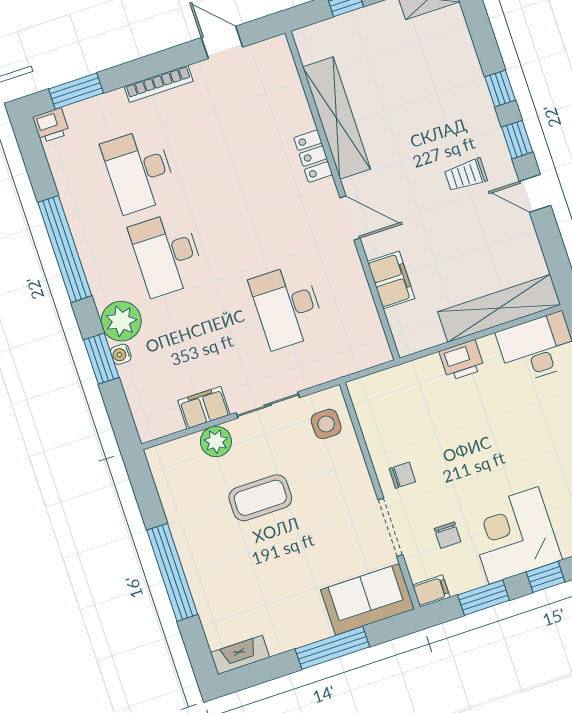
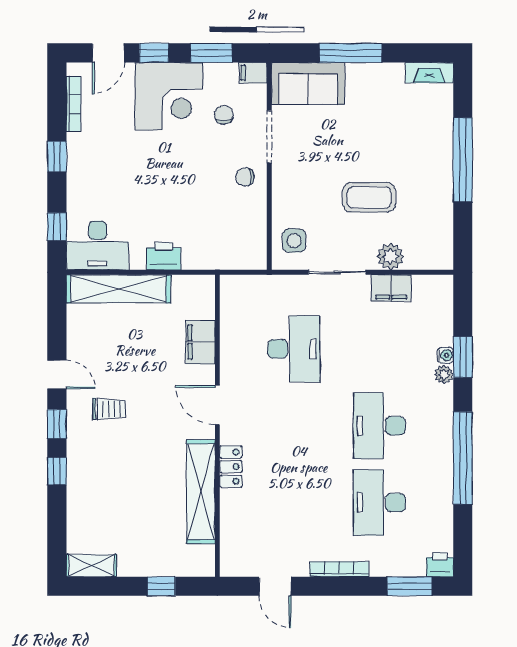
desk: (139, 171) -> (379, 503), turned 180
desk: (167, 254) -> (379, 426), turned 180
plant: (121, 321) -> (444, 374), width x0.53, depth x0.53

